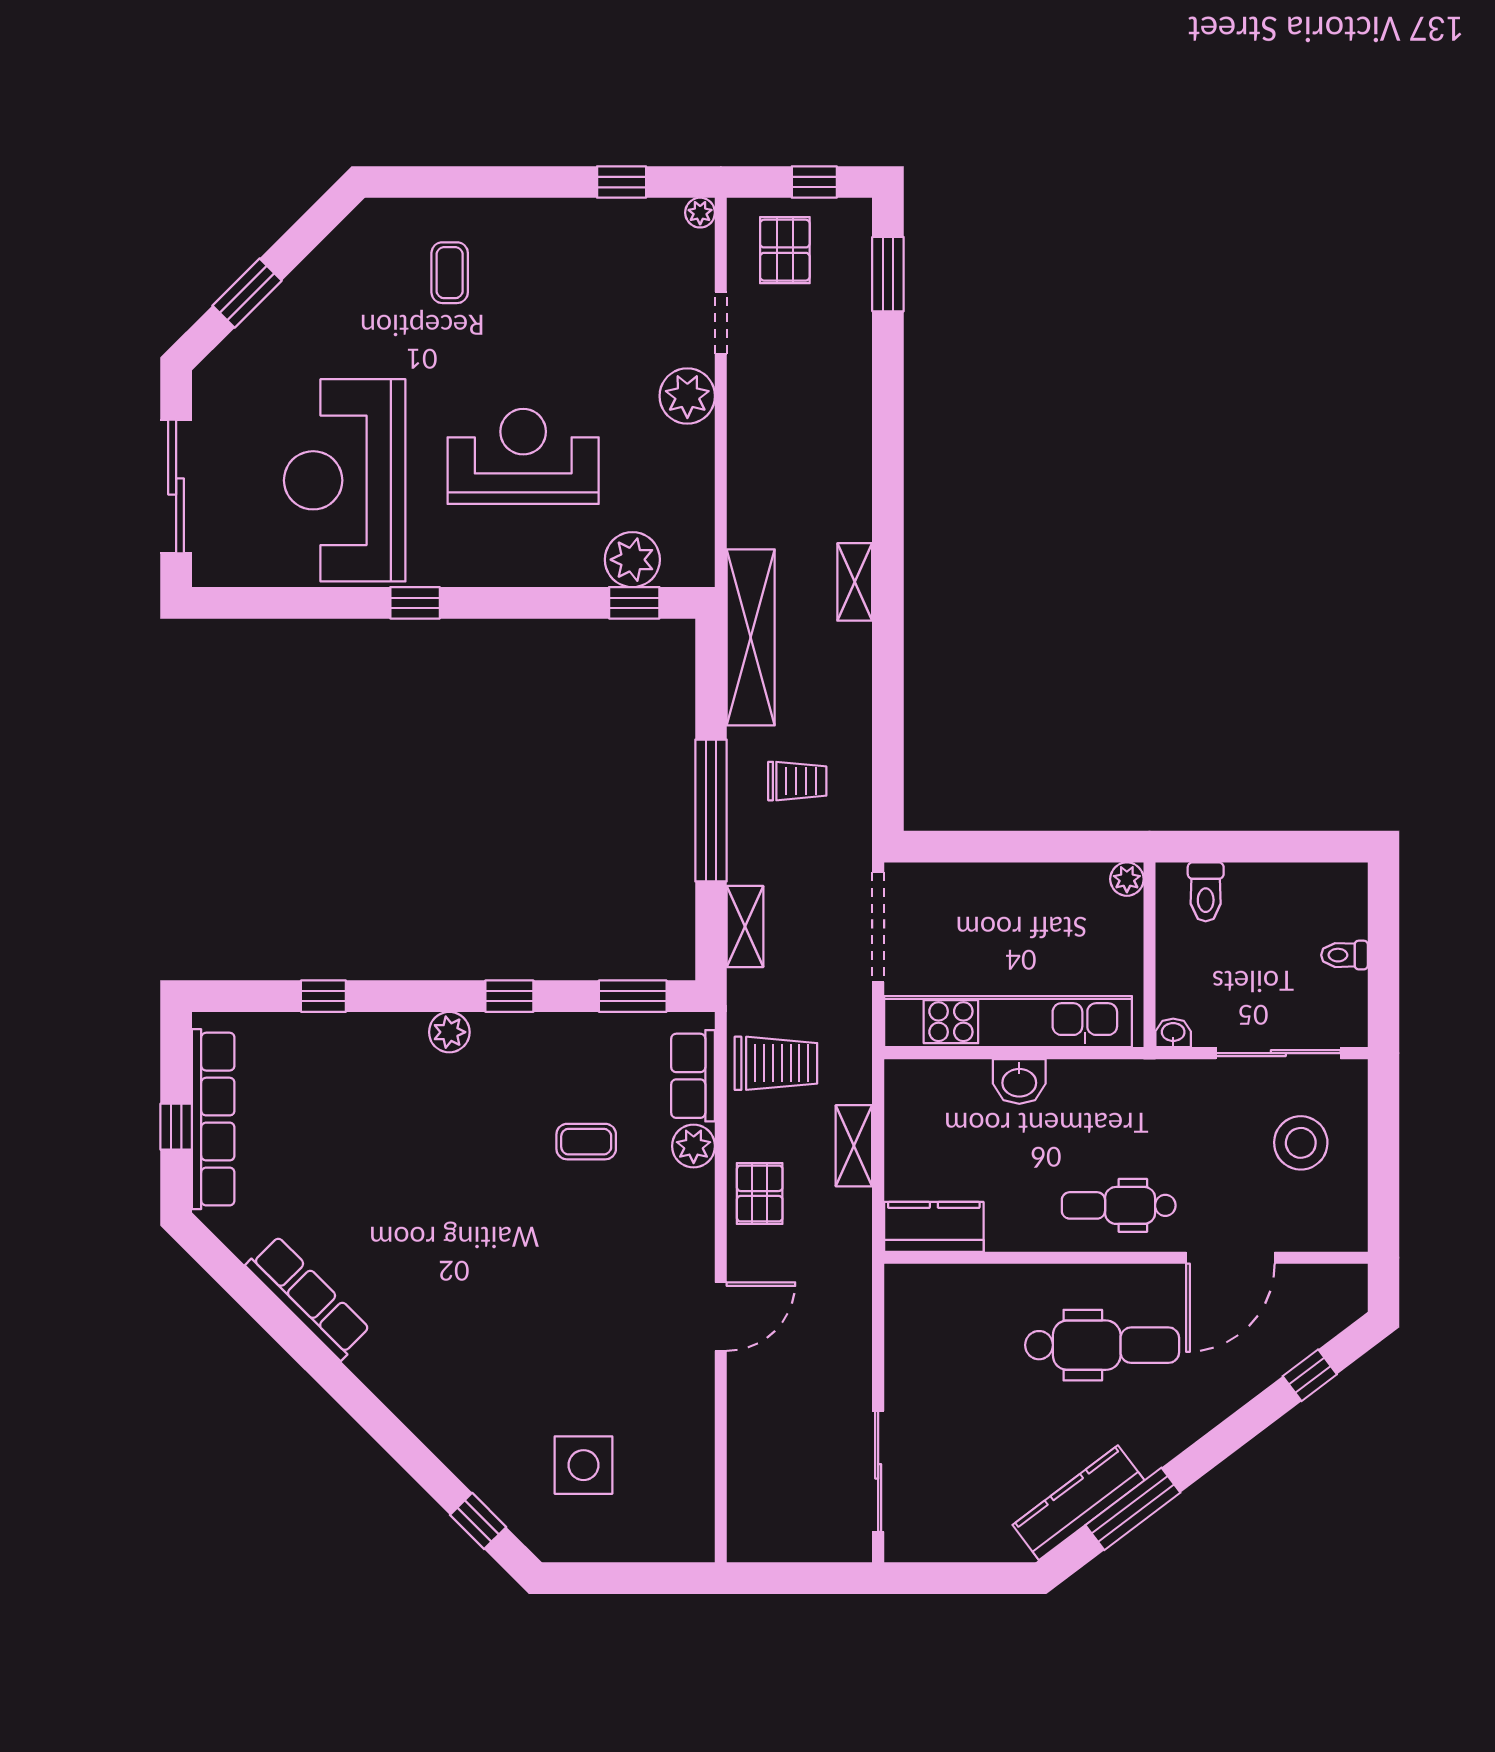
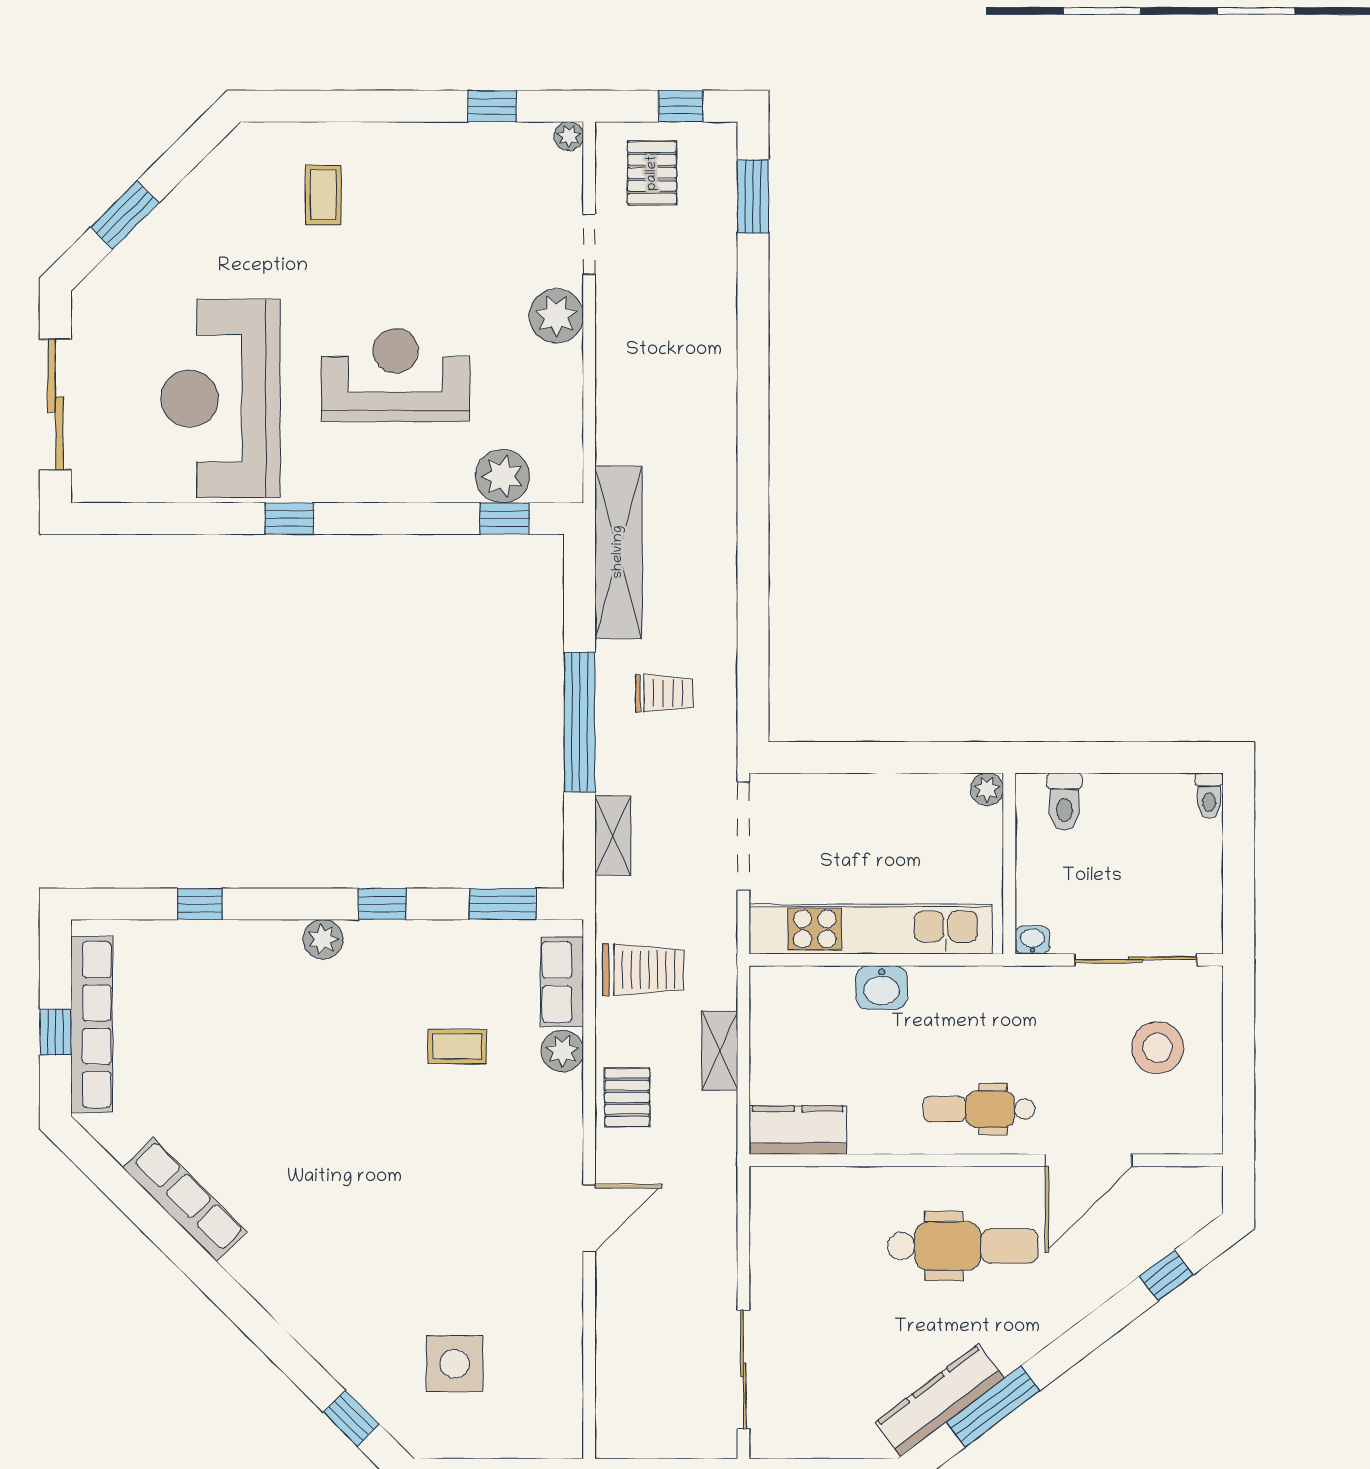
shelving: (855, 582) -> (720, 498), removed
toilet: (1344, 955) -> (1209, 796), moved, turned -90

